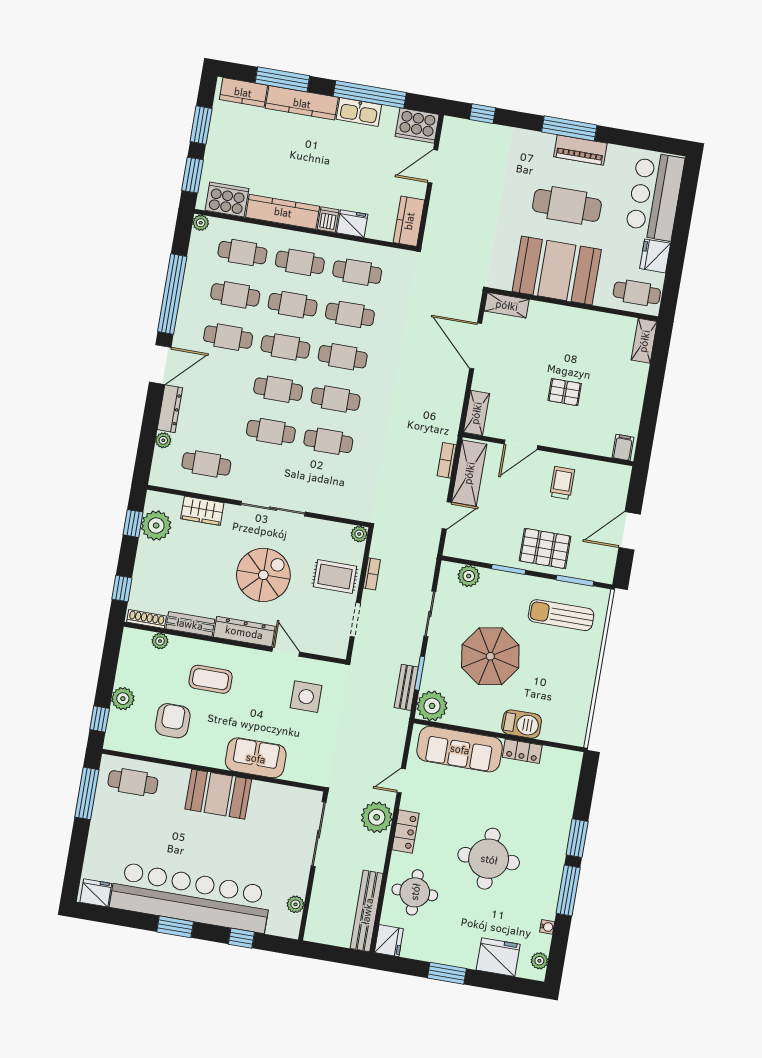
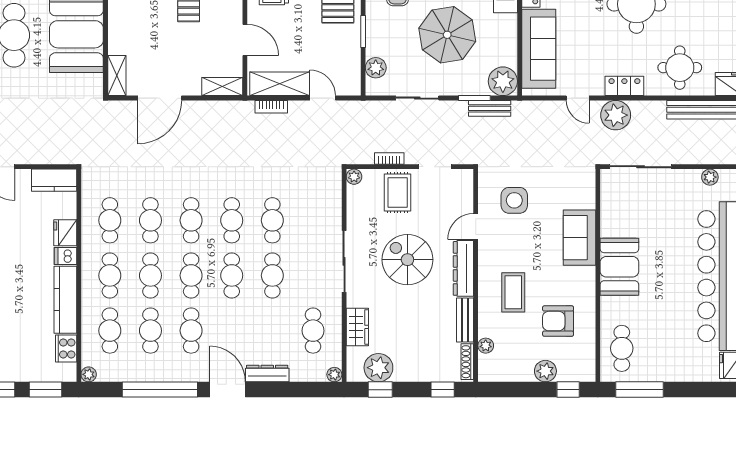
cooker: (227, 199) -> (66, 348), width x0.73, depth x0.76
plant: (163, 440) -> (334, 375), moved

